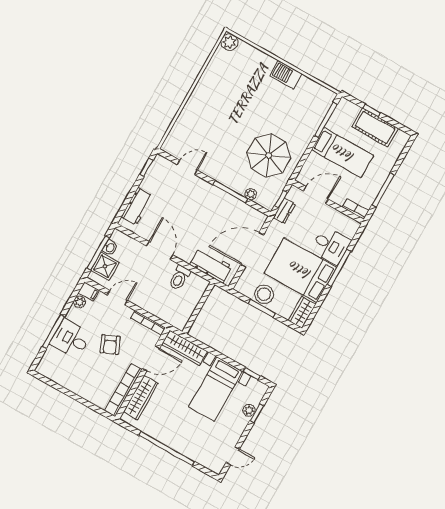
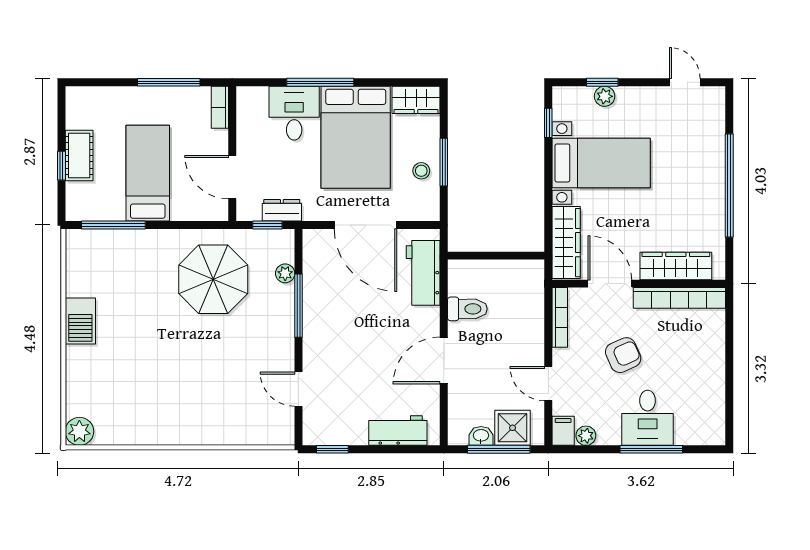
cot: (375, 128) -> (79, 156), width x0.73, depth x0.75
stool: (264, 294) -> (421, 171), width x0.53, depth x0.53

